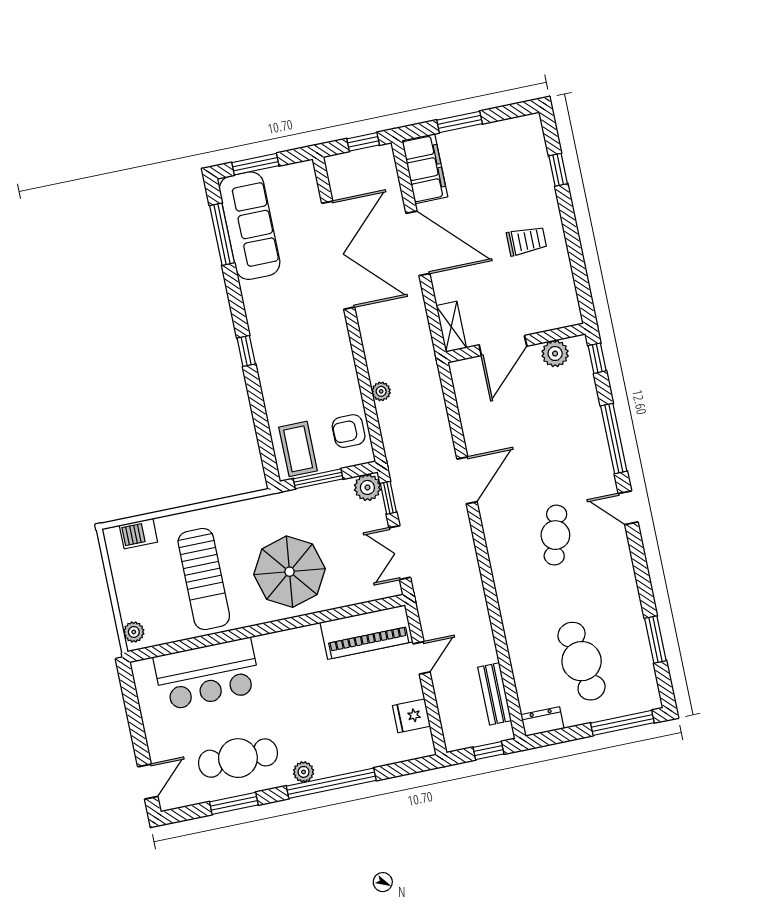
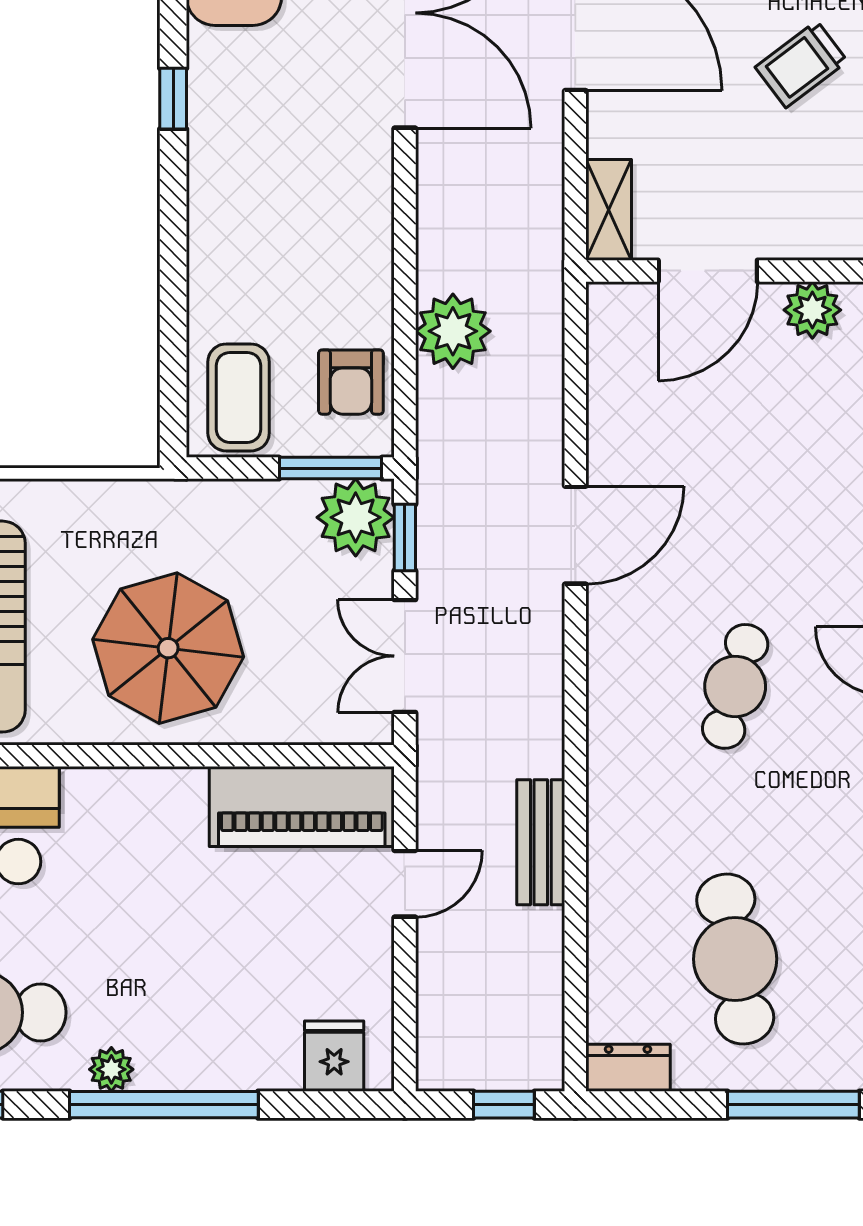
trolley: (526, 241) -> (801, 64), turned 143
window: (246, 351) -> (173, 99), moved
plant: (381, 391) -> (453, 331), width x1.88, depth x1.88
armchair: (349, 431) -> (351, 382), turned -90
window: (318, 479) -> (330, 468), moved
plant: (367, 487) -> (356, 517), width x1.36, depth x1.36
bench: (495, 694) -> (541, 842), moved
fridge: (411, 716) -> (334, 1056), moved, turned 90

